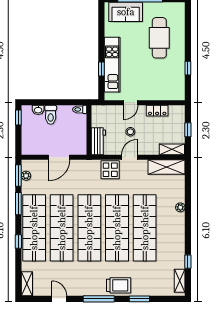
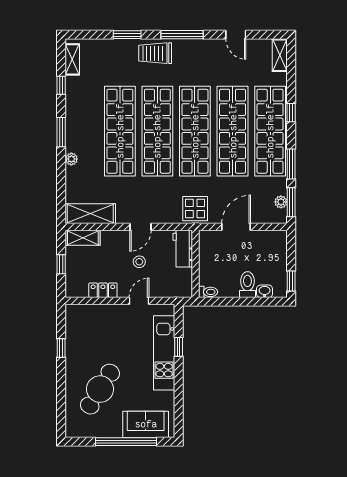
cafe table: (159, 38) -> (100, 389), turned 32
display table: (110, 170) -> (195, 209), moved
window: (188, 227) -> (61, 132), added

